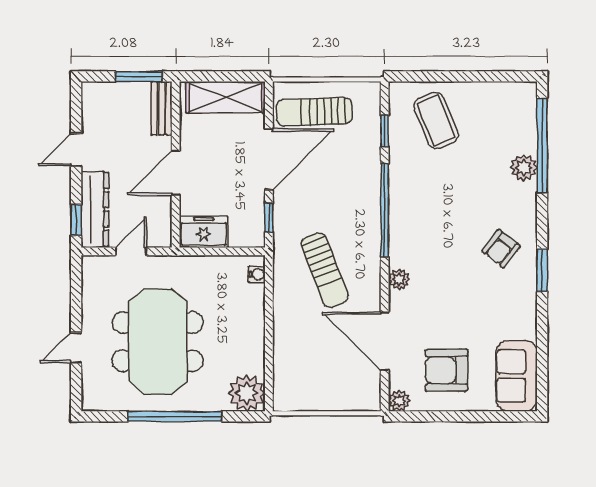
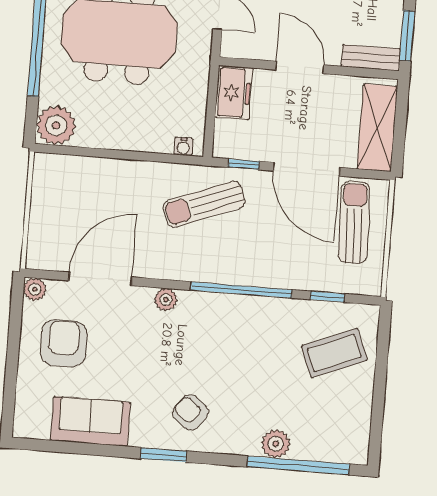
sun lounger: (325, 270) -> (204, 204), moved
sofa: (517, 376) -> (90, 421), moved

